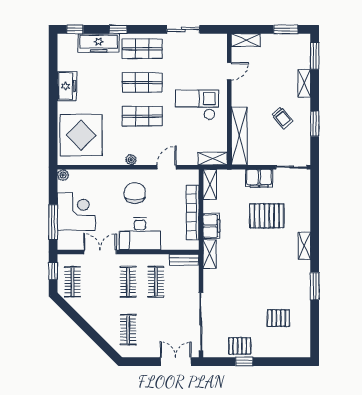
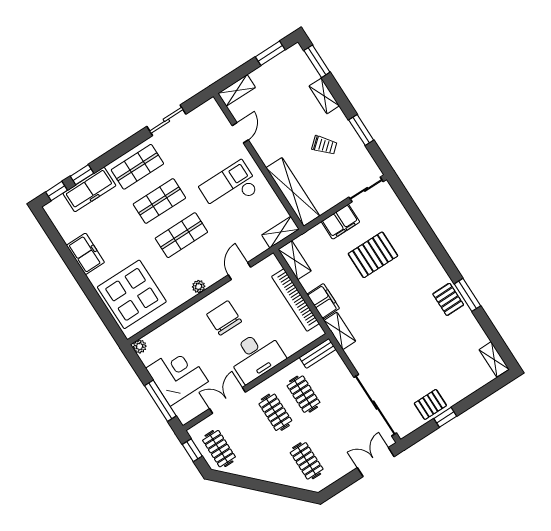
window: (118, 29) -> (82, 175), moved
shelving: (304, 246) -> (494, 359), moved
pallet: (279, 318) -> (448, 299), moved, turned 90

